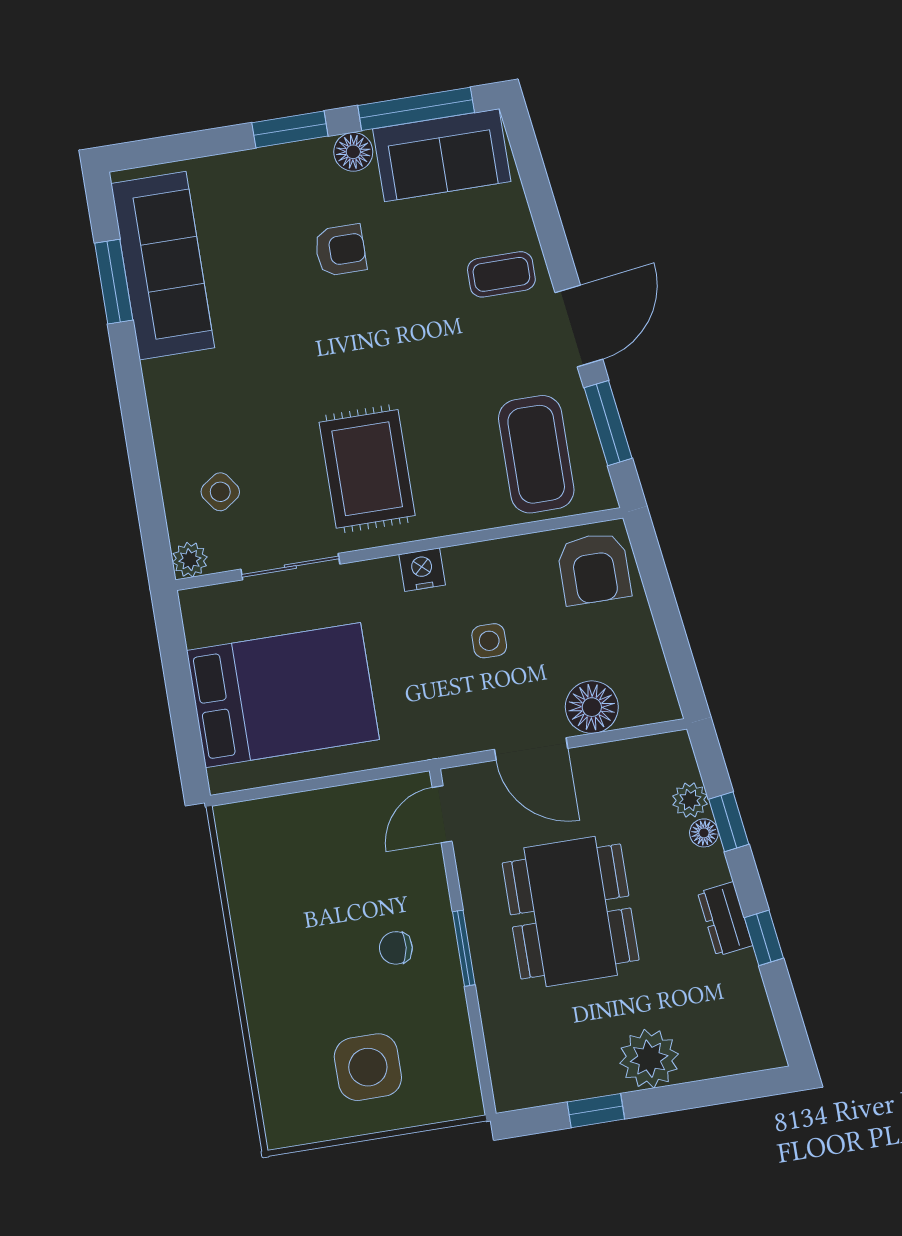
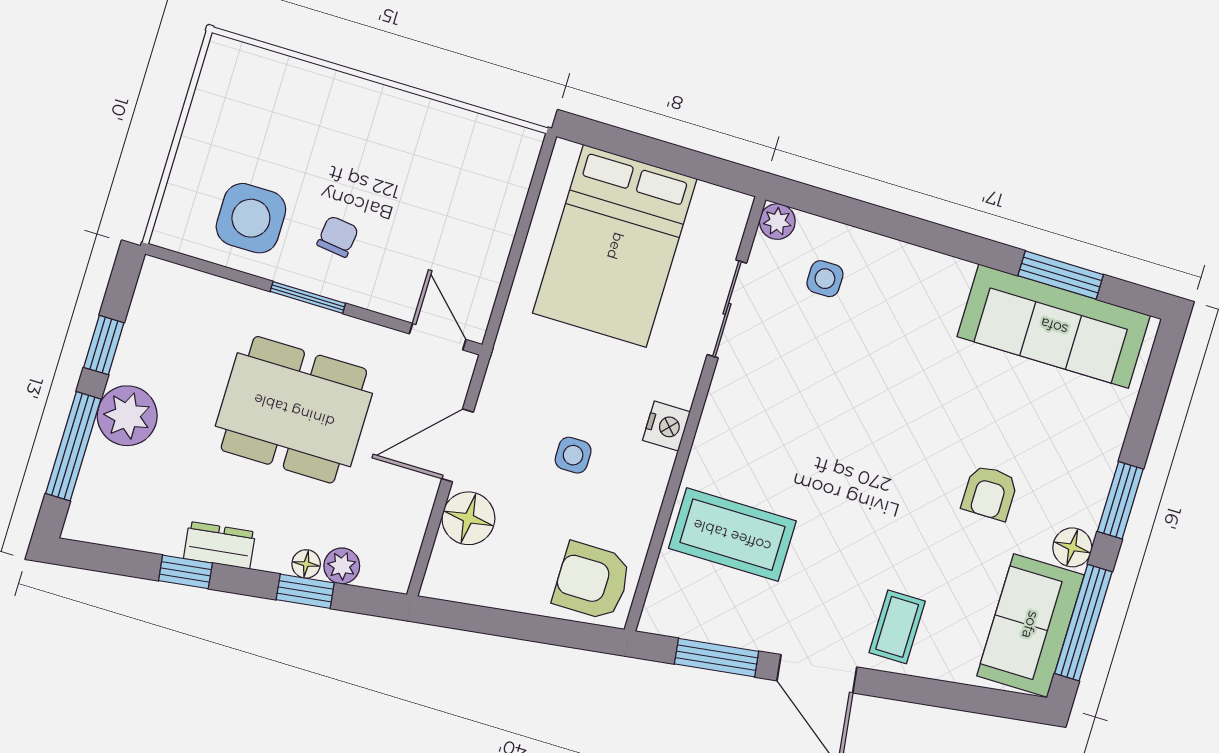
coffee table: (536, 454) -> (732, 535), moved
rug: (367, 469) -> (781, 421), removed
side table: (220, 492) -> (825, 279), turned 35
side table: (368, 1067) -> (251, 218), moved
window: (700, 1094) -> (73, 446), added

